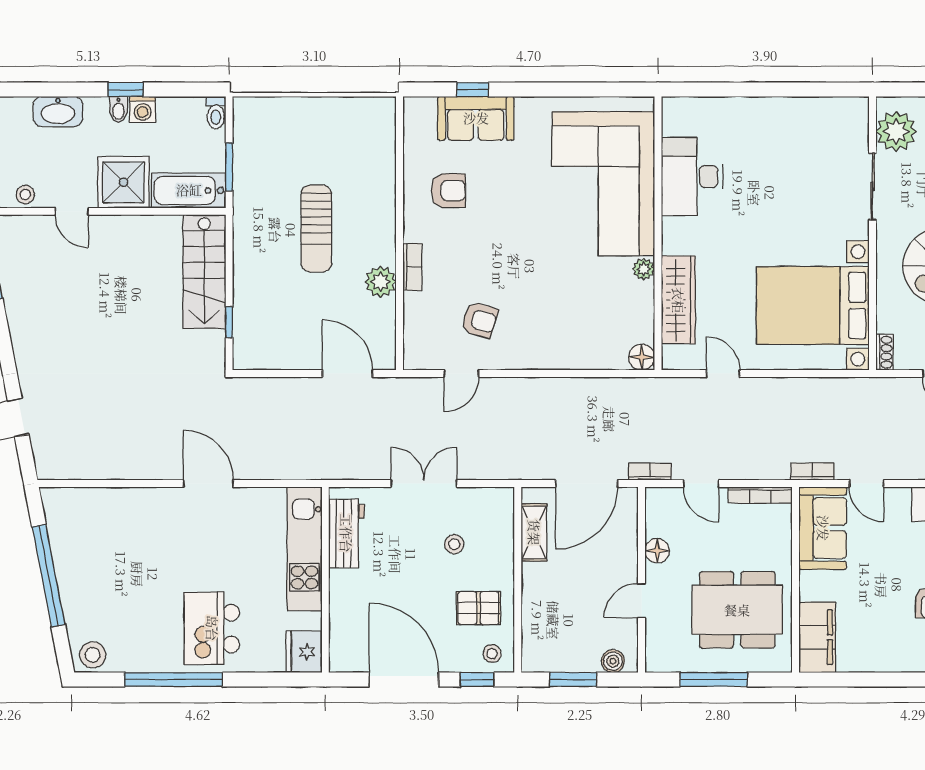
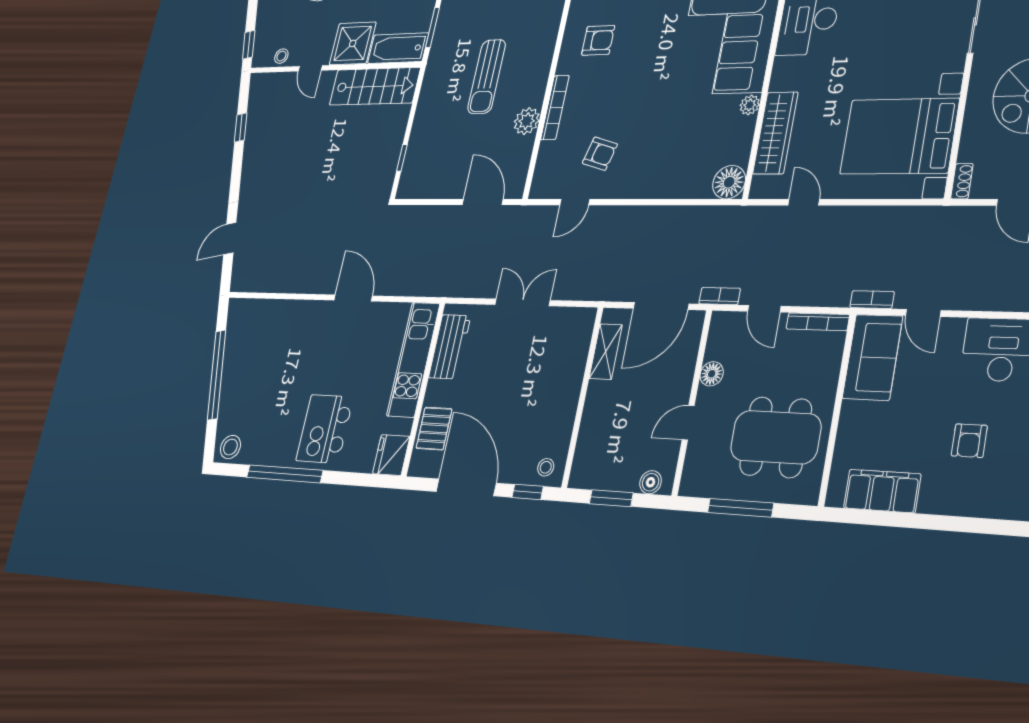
bookcase: (412, 267) -> (555, 107), width x1.56
stairs: (204, 271) -> (375, 86), moved, turned -90
floor lamp: (642, 357) -> (729, 182), width x1.38, depth x1.38
stool: (454, 544) -> (536, 360), removed
pallet: (478, 608) -> (434, 429), moved, turned 90
filing cabinet: (817, 637) -> (882, 491), moved, turned -90

